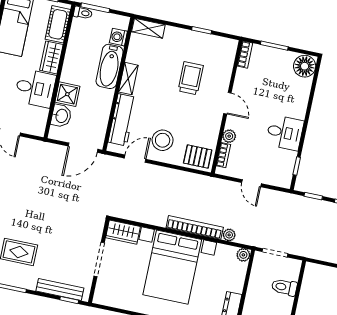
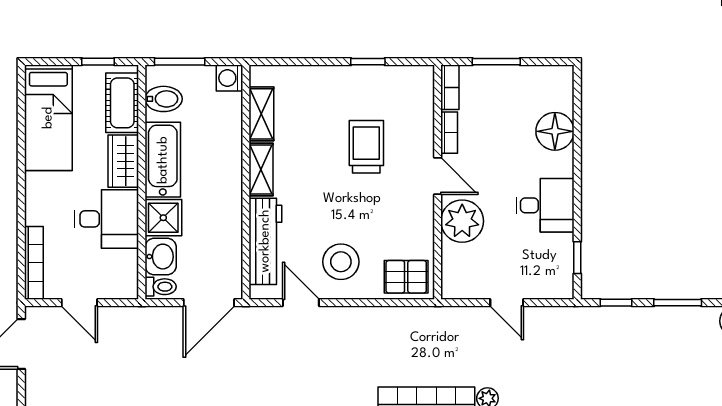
toilet: (83, 13) -> (161, 287), moved
bidet: (82, 27) -> (164, 99), added
shelving: (148, 28) -> (261, 114), moved, turned 90
washing machine: (118, 37) -> (229, 78), moved
bathtub: (110, 66) -> (163, 160), moved, turned 180
floor lamp: (305, 66) -> (555, 131), moved
plant: (229, 136) -> (462, 221), width x1.88, depth x1.88
bookcase: (223, 155) -> (449, 133), moved
door: (135, 159) -> (301, 303), hinge flipped

